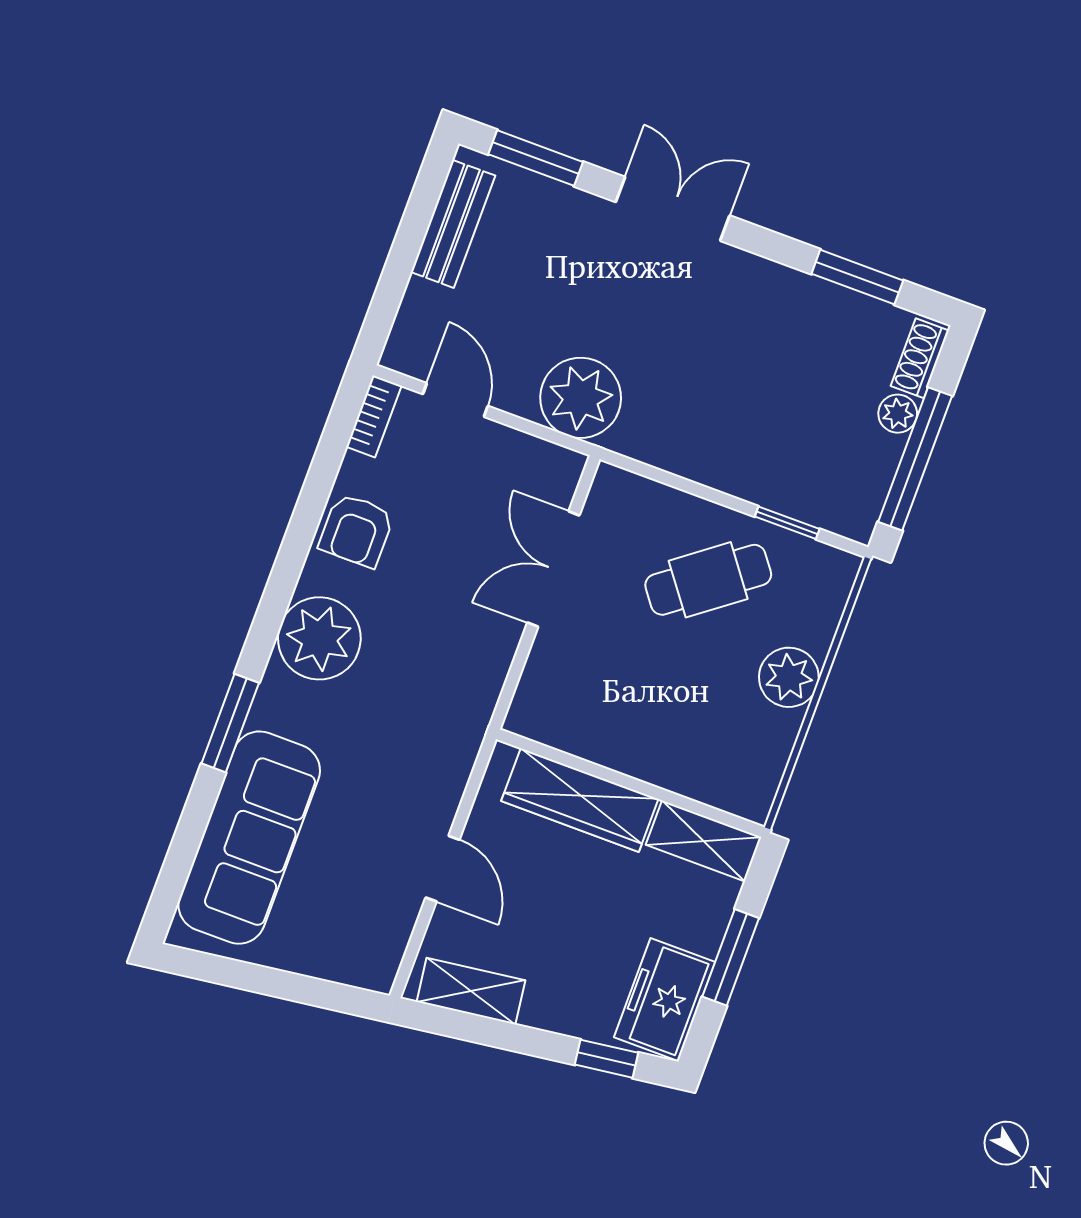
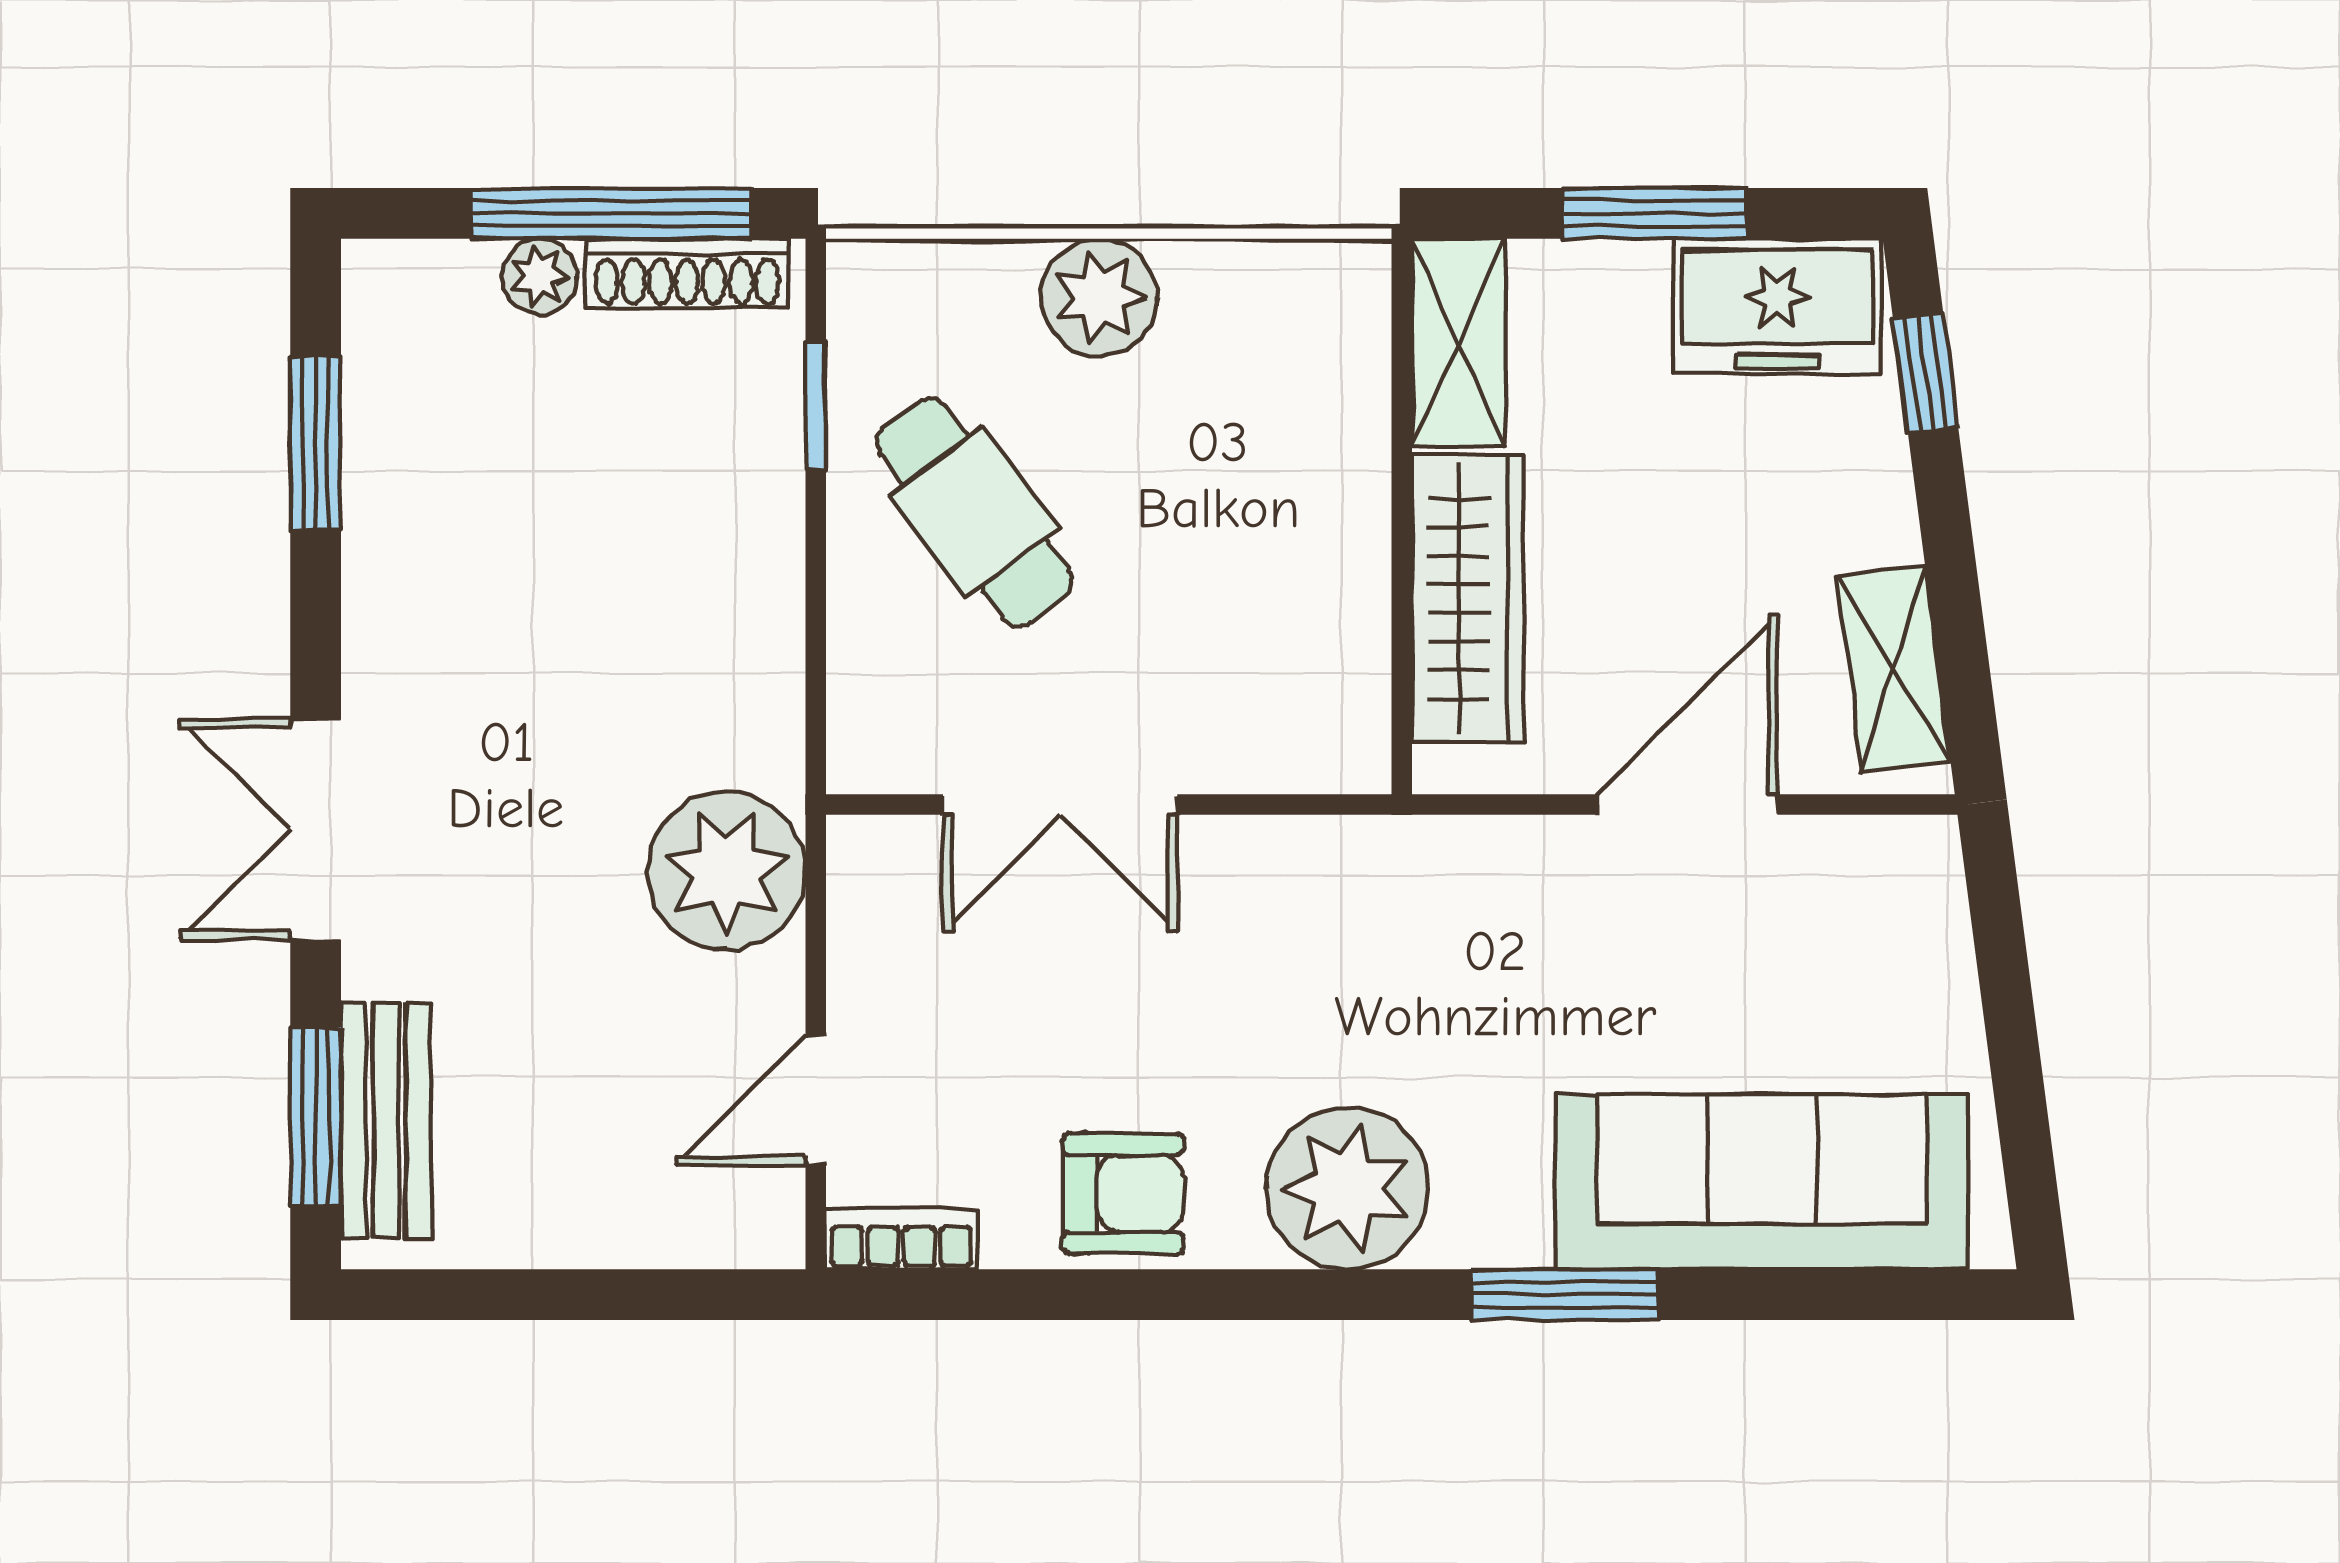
bench: (453, 224) -> (386, 1120), moved, turned 90
shoe rack: (920, 358) -> (687, 273), moved, width x1.43
door: (443, 869) -> (1687, 805), width x1.38

